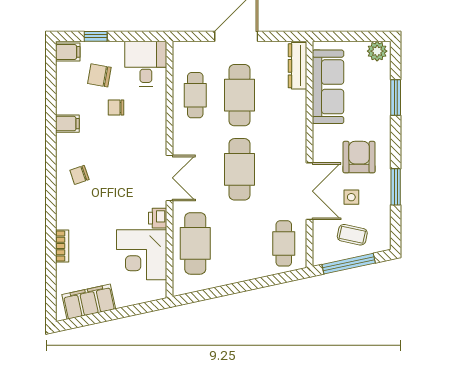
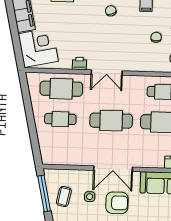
double door: (309, 191) -> (113, 169), moved
cafe table: (284, 243) -> (60, 119), moved
corner desk: (142, 255) -> (38, 48), moved, turned 78

